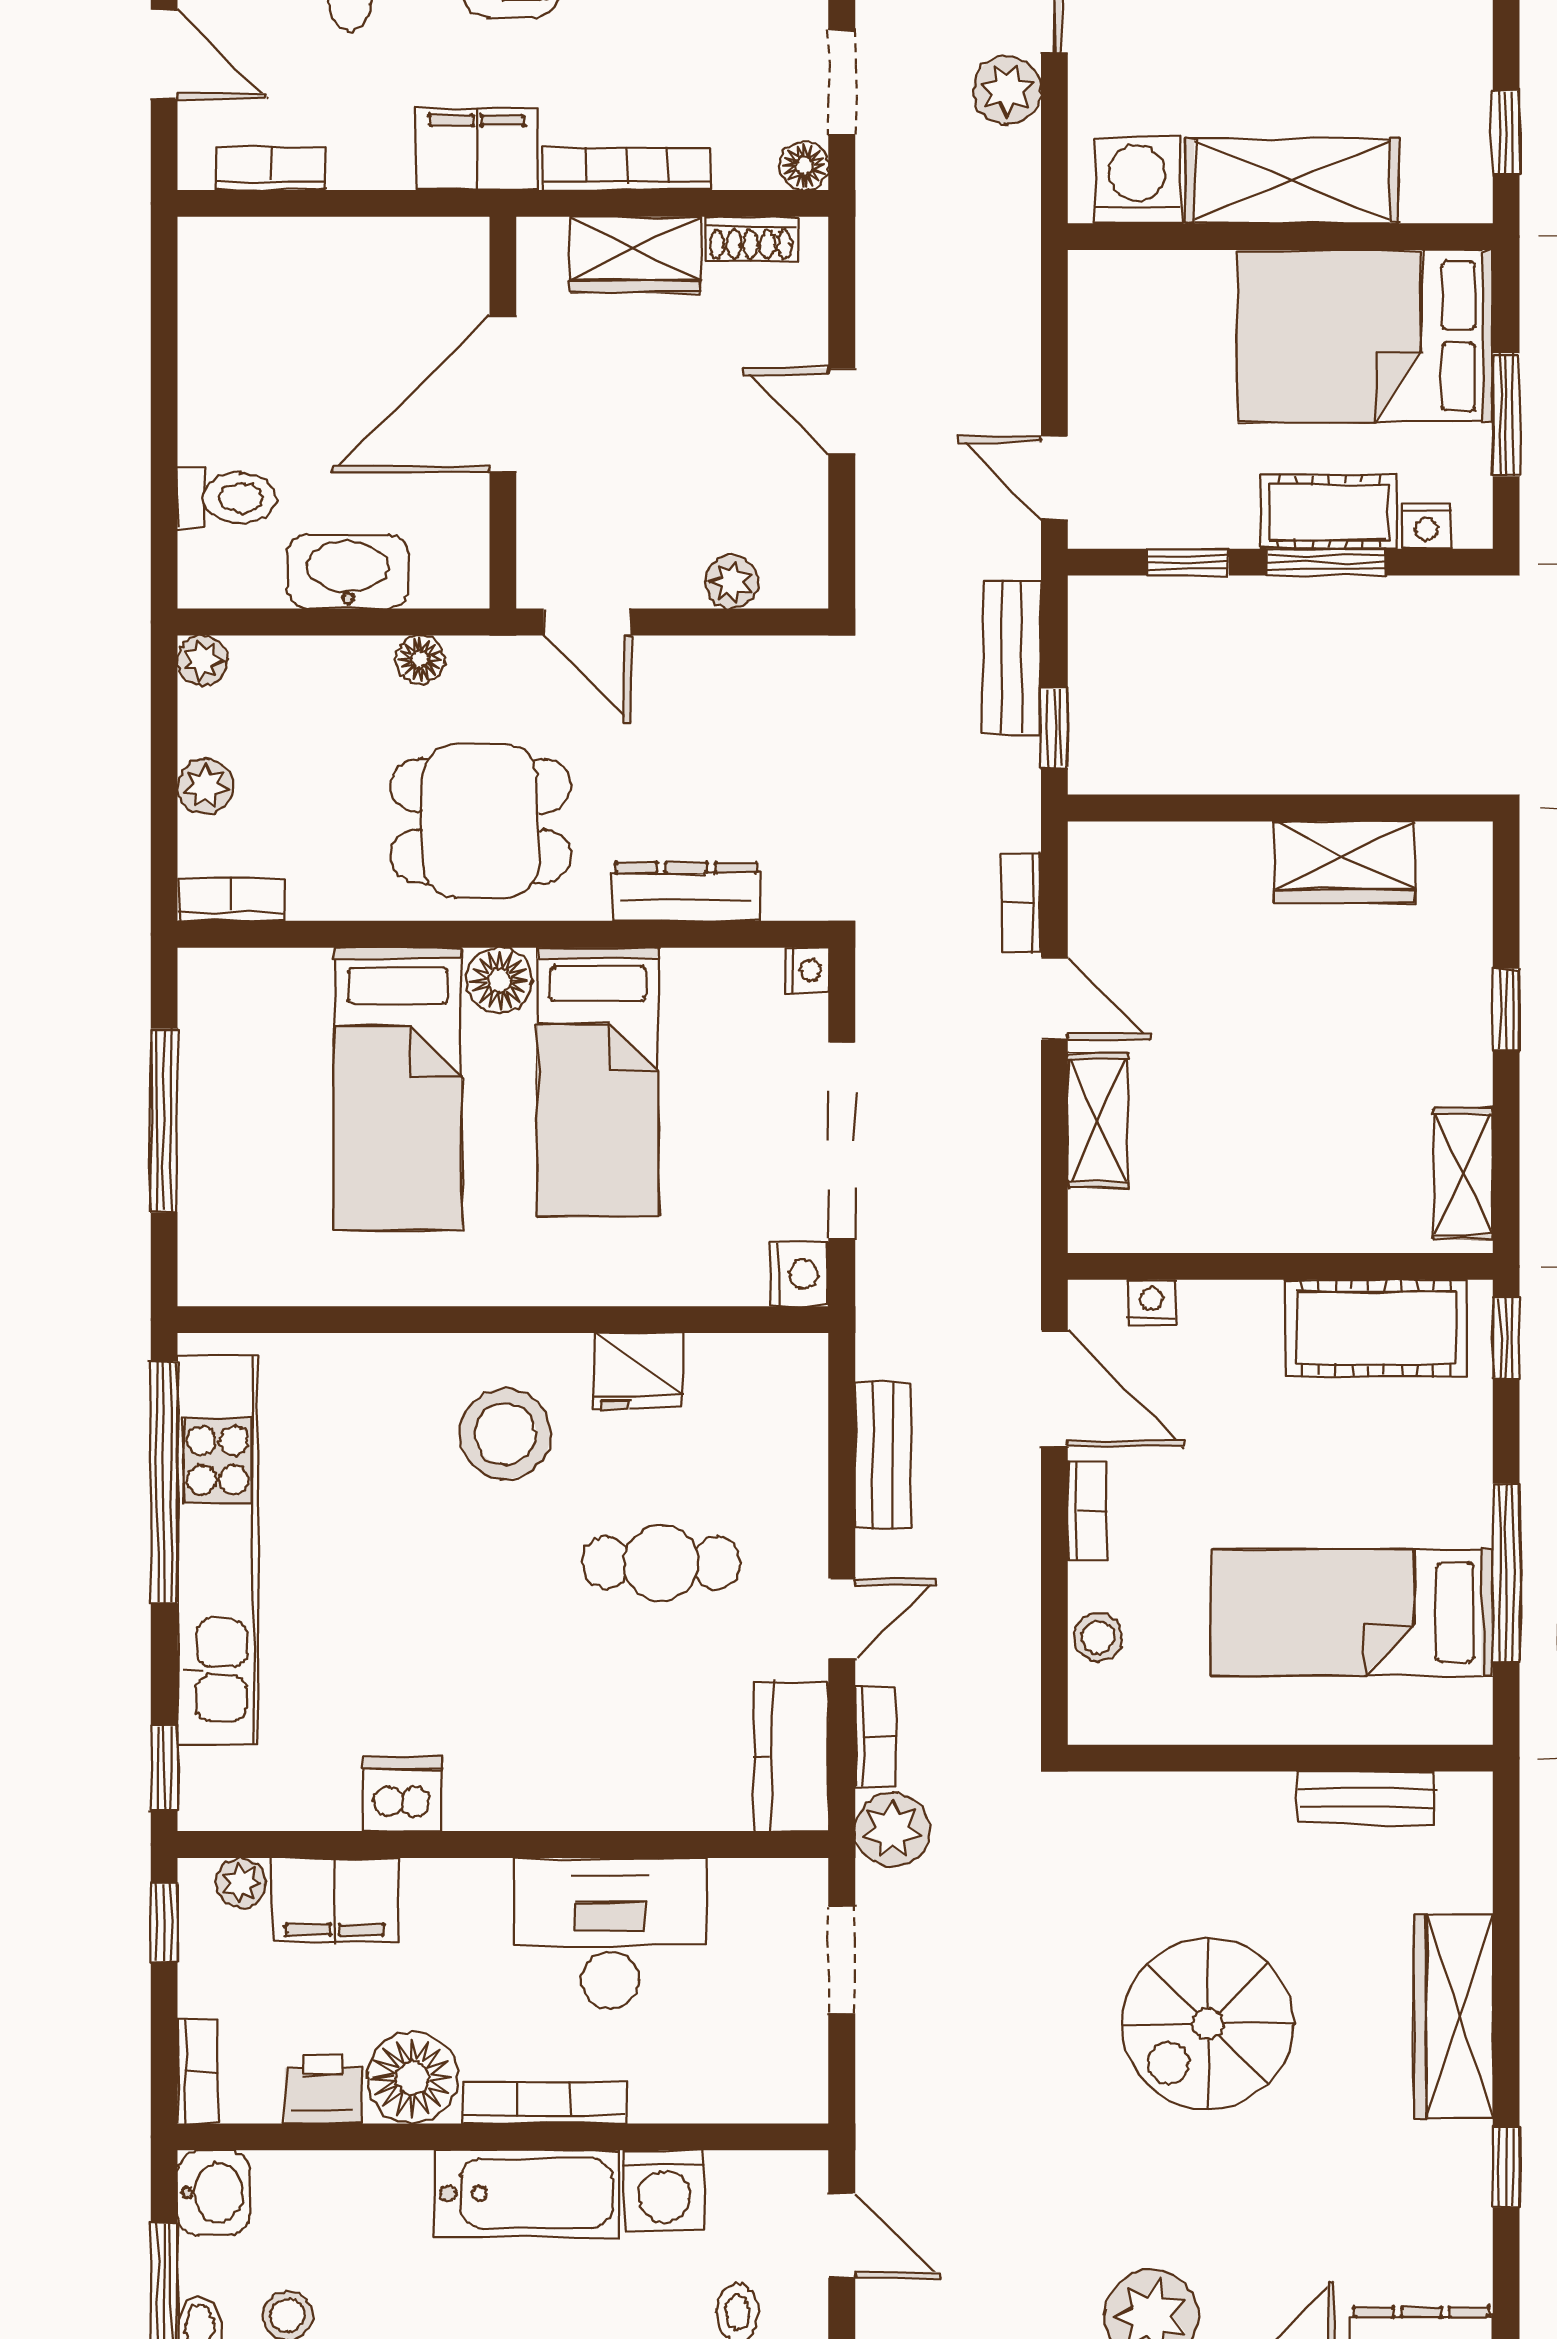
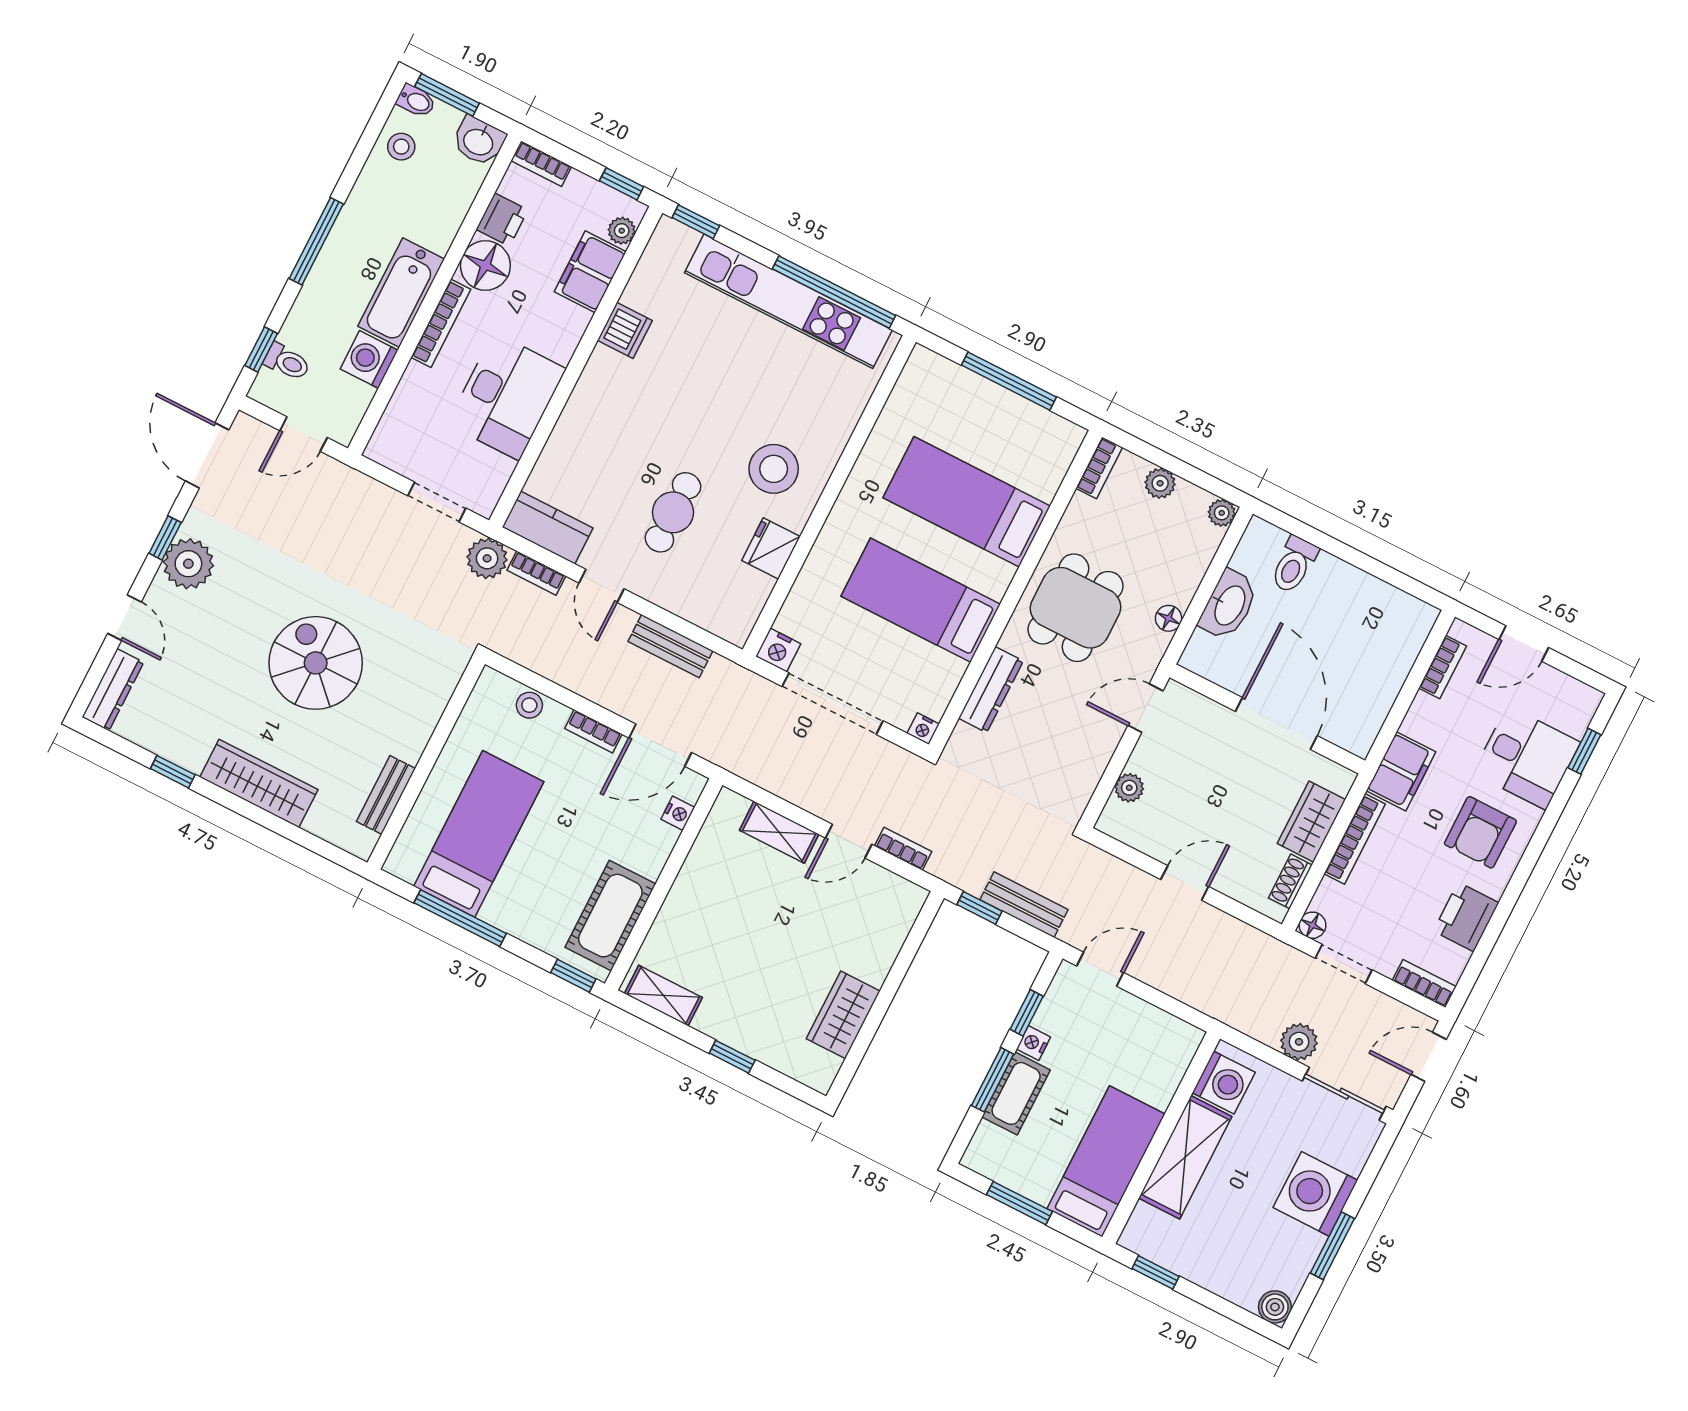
bed: (1365, 336) -> (1106, 1161), width x0.67
nightstand: (1426, 526) -> (1033, 1043), moved
floor lamp: (499, 980) -> (994, 578), removed

